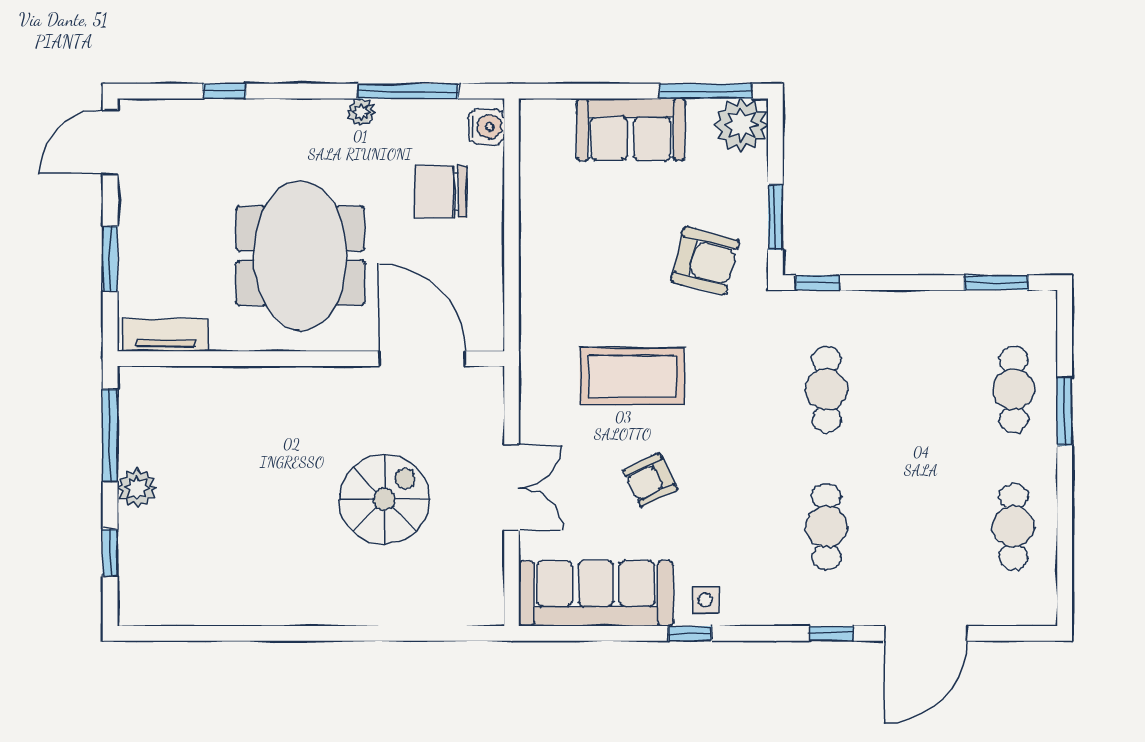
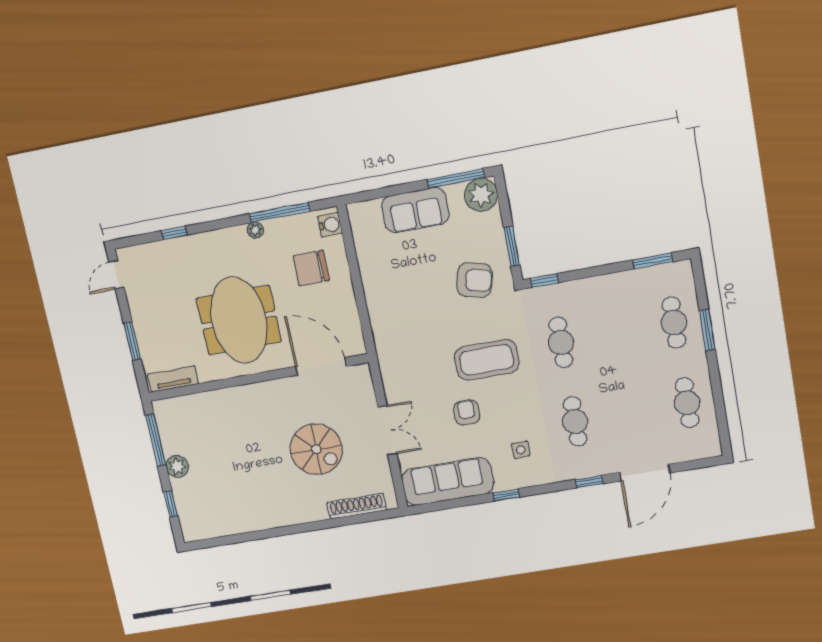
door: (110, 142) -> (117, 275), width x0.73
coffee table: (632, 376) -> (487, 360), moved
armchair: (650, 480) -> (467, 412), turned 116
spiral stairs: (384, 499) -> (316, 449), turned 90
side table: (705, 600) -> (521, 450), moved
shoe rack: (433, 611) -> (357, 506), added

